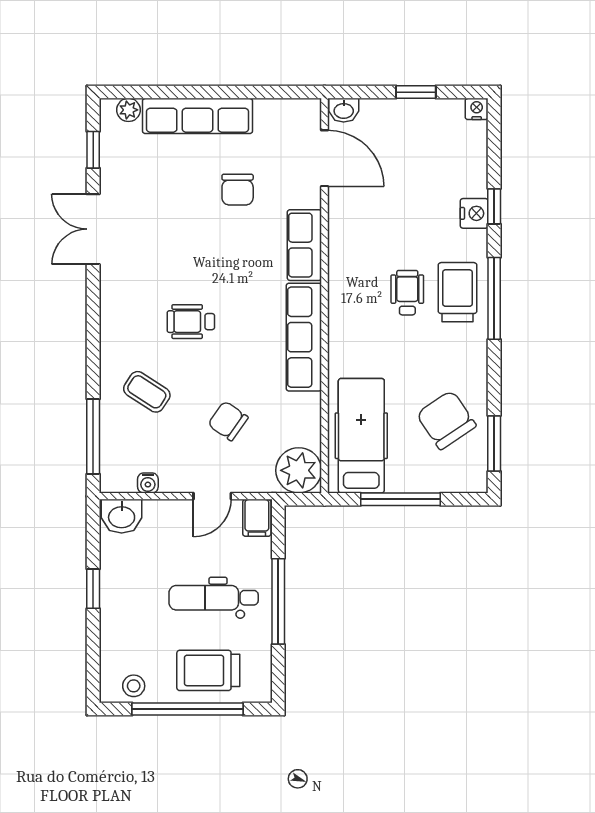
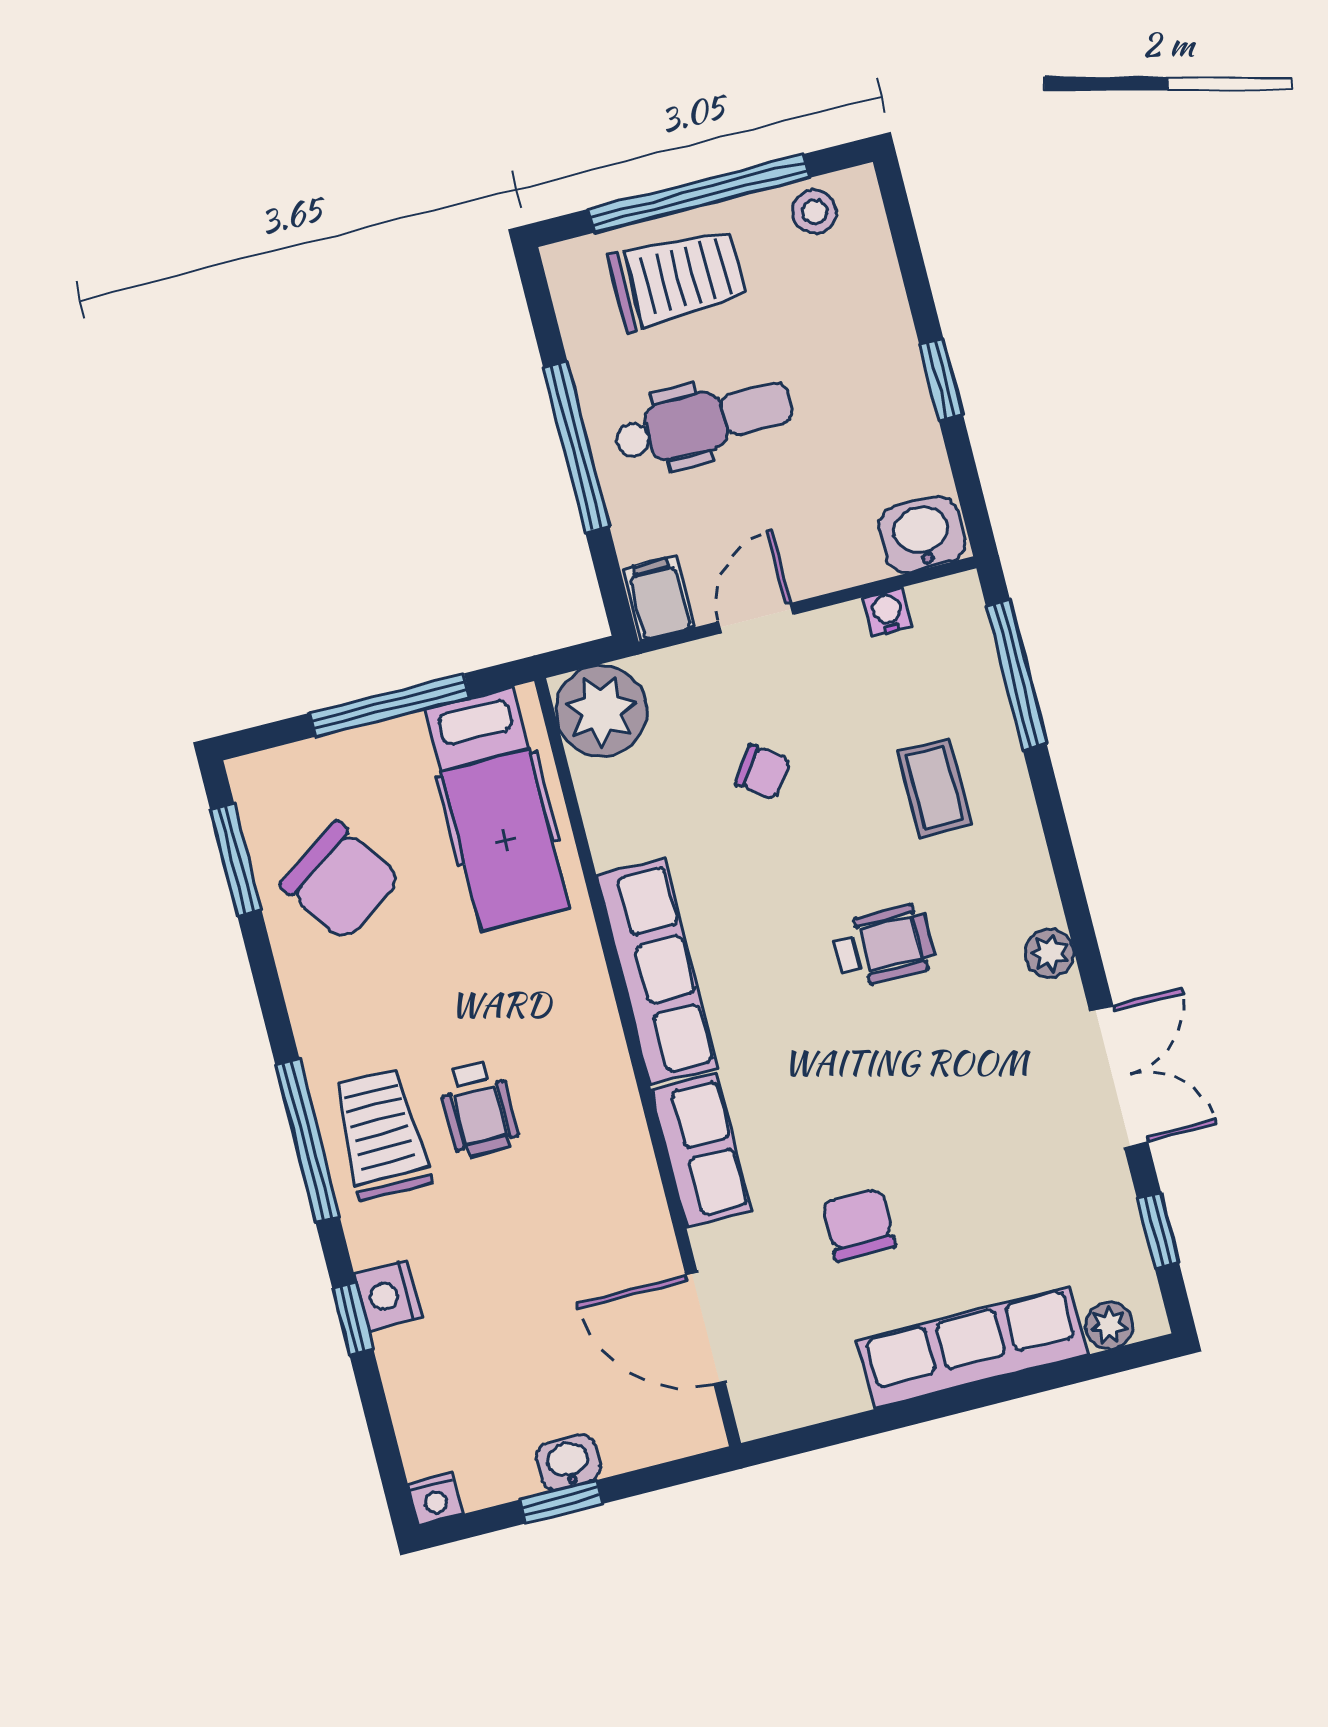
washbasin: (344, 110) -> (568, 1462), moved
trolley: (457, 292) -> (382, 1134), turned 180
plant: (111, 298) -> (1050, 953), added
coffee table: (147, 392) -> (934, 788), turned 57
chair: (228, 421) -> (763, 772), width x0.73, depth x0.73

